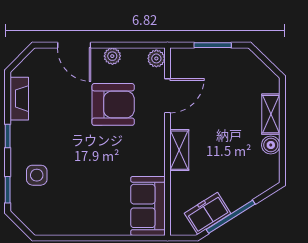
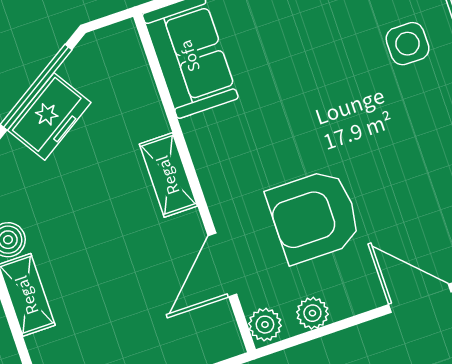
plant: (112, 56) -> (312, 313), moved
freezer: (208, 213) -> (49, 116), moved

